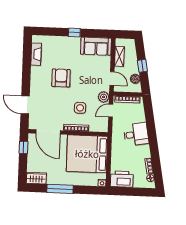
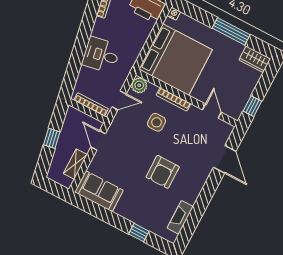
window: (74, 32) -> (139, 233), moved
boiler: (135, 79) -> (69, 126), removed
plant: (104, 97) -> (139, 85), moved
door: (48, 132) -> (212, 111), width x0.53

